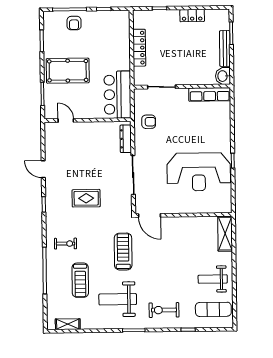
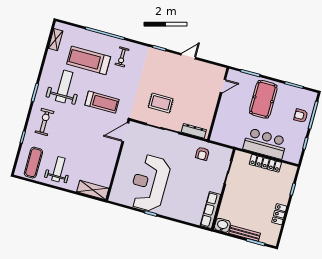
bar counter: (118, 95) -> (265, 144), moved
rug: (86, 198) -> (161, 103), moved, turned 90
treadmill: (80, 280) -> (89, 60), width x1.37, depth x1.37

